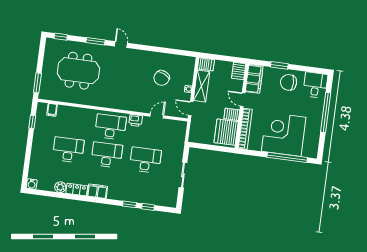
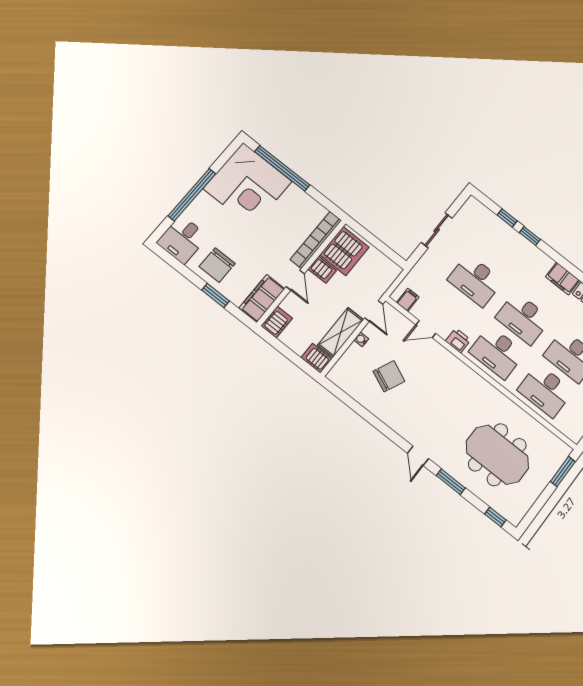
chair: (289, 82) -> (217, 265), turned 90
filing cabinet: (52, 110) -> (408, 300), moved
desk: (72, 122) -> (545, 390), added
corner desk: (284, 134) -> (248, 185), moved

